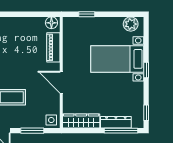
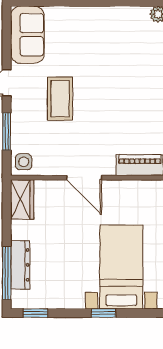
door: (61, 82) -> (84, 178), swing flipped
wardrobe: (81, 121) -> (22, 199), width x0.67

